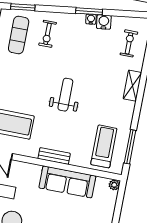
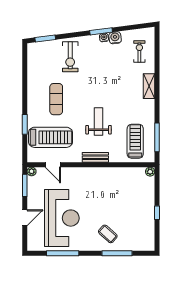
exercise bike: (48, 34) -> (70, 57), width x1.38, depth x1.39
exercise mat: (19, 35) -> (56, 99), moved
weight bench: (65, 95) -> (99, 121), moved
sofa: (67, 182) -> (111, 177), removed

